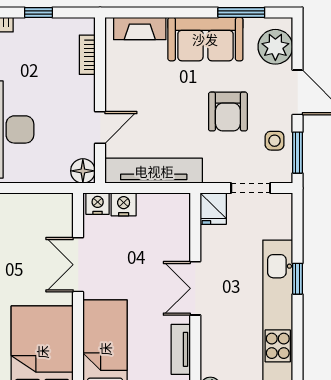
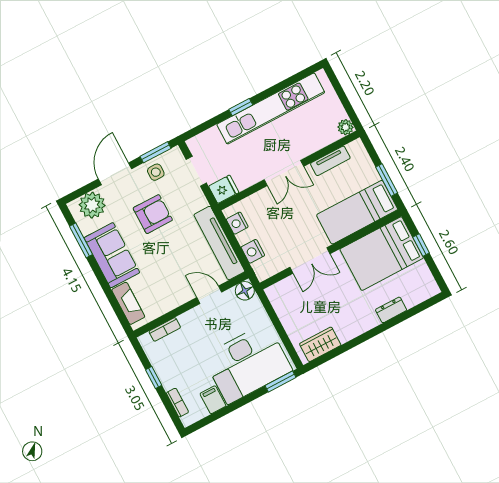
nightstand: (98, 204) -> (237, 223), moved

